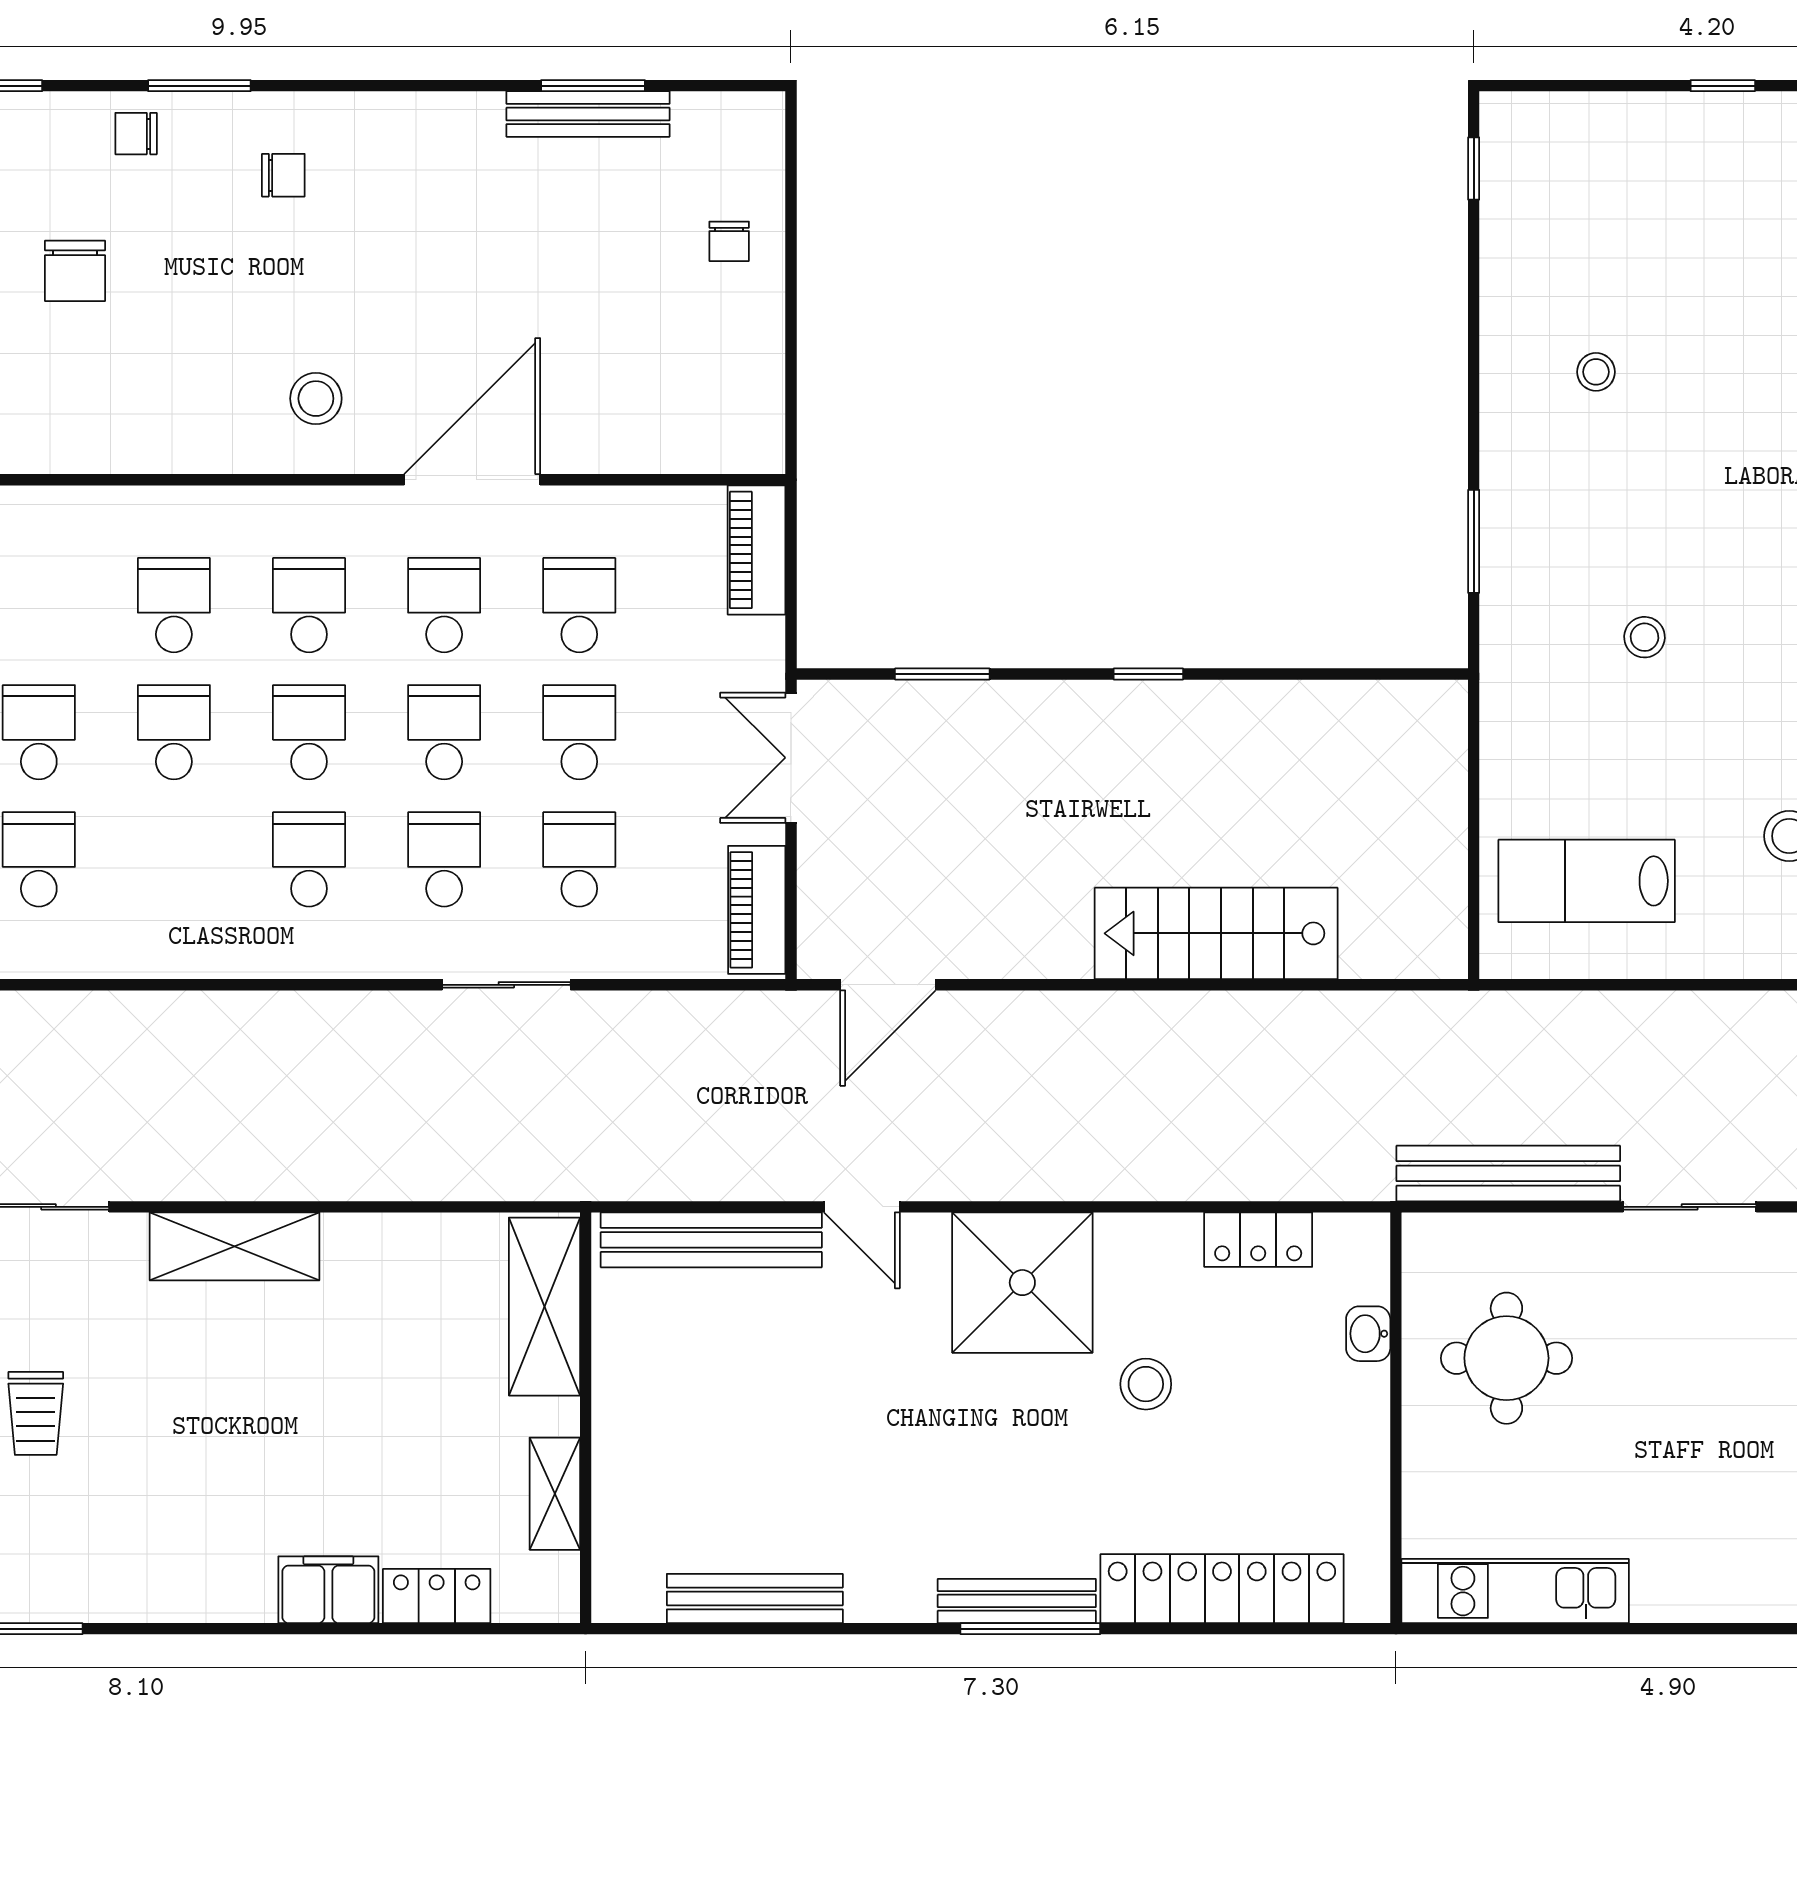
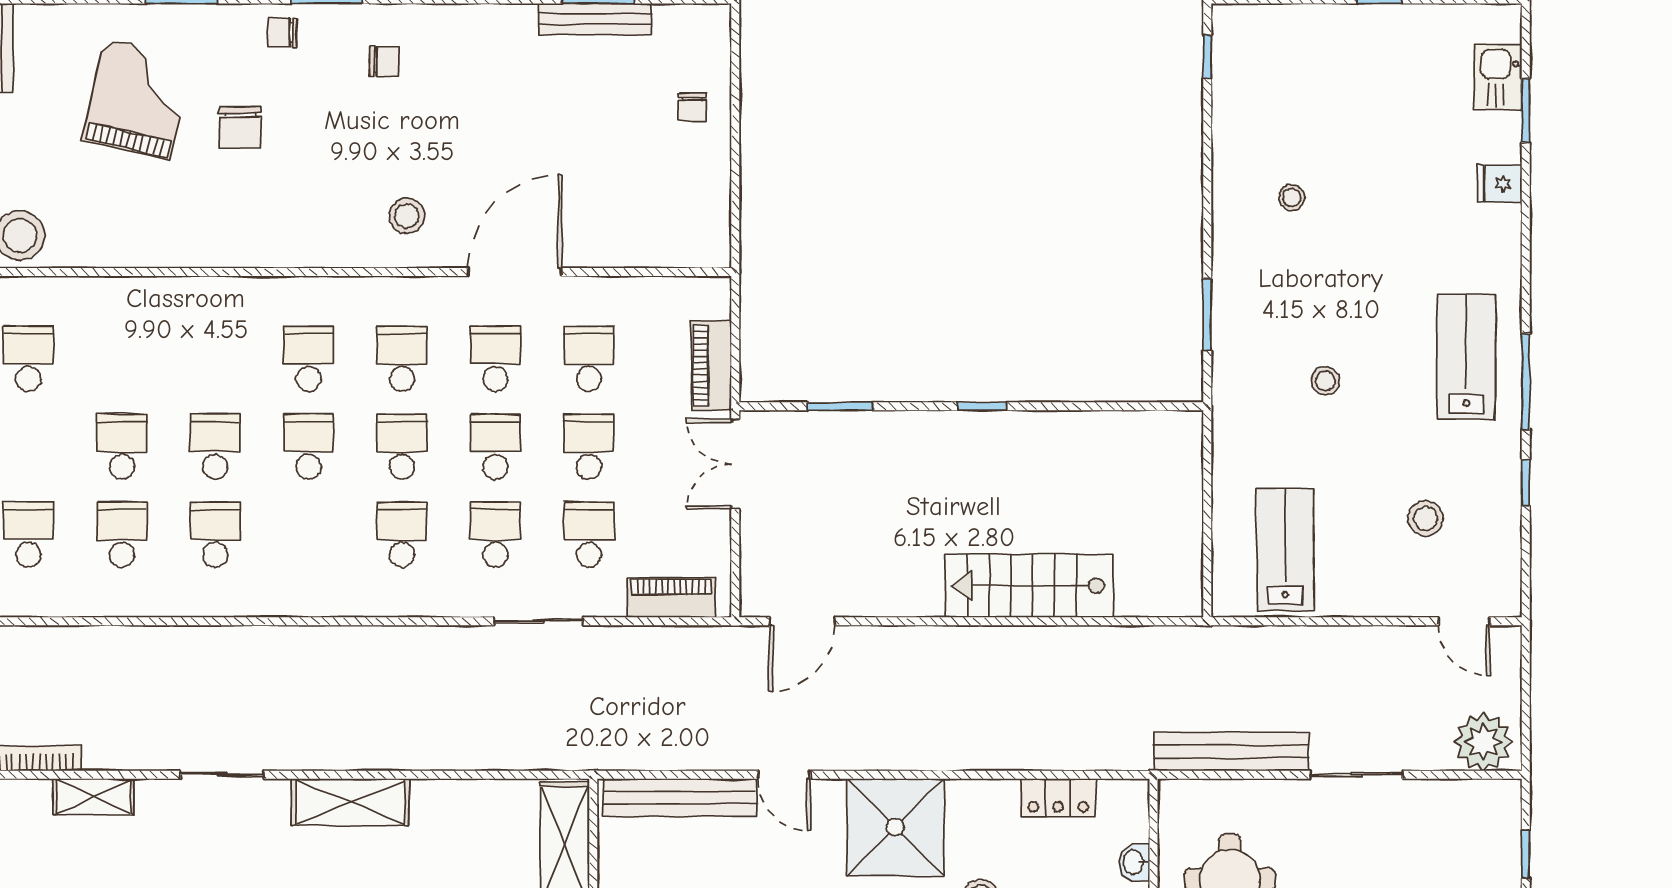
piano: (756, 550) -> (711, 366), moved
lab bench: (1587, 881) -> (1285, 549), turned 90
piano: (757, 910) -> (671, 598), moved, turned 90

